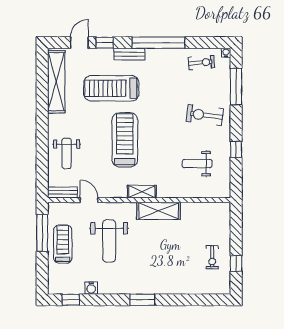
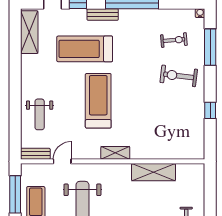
exercise bike: (201, 63) -> (174, 40), moved
shelving: (56, 82) -> (29, 32), width x0.68
weight bench: (197, 164) -> (171, 125), removed
door: (89, 200) -> (62, 161), hinge flipped
shelving: (158, 211) -> (153, 172), moved

